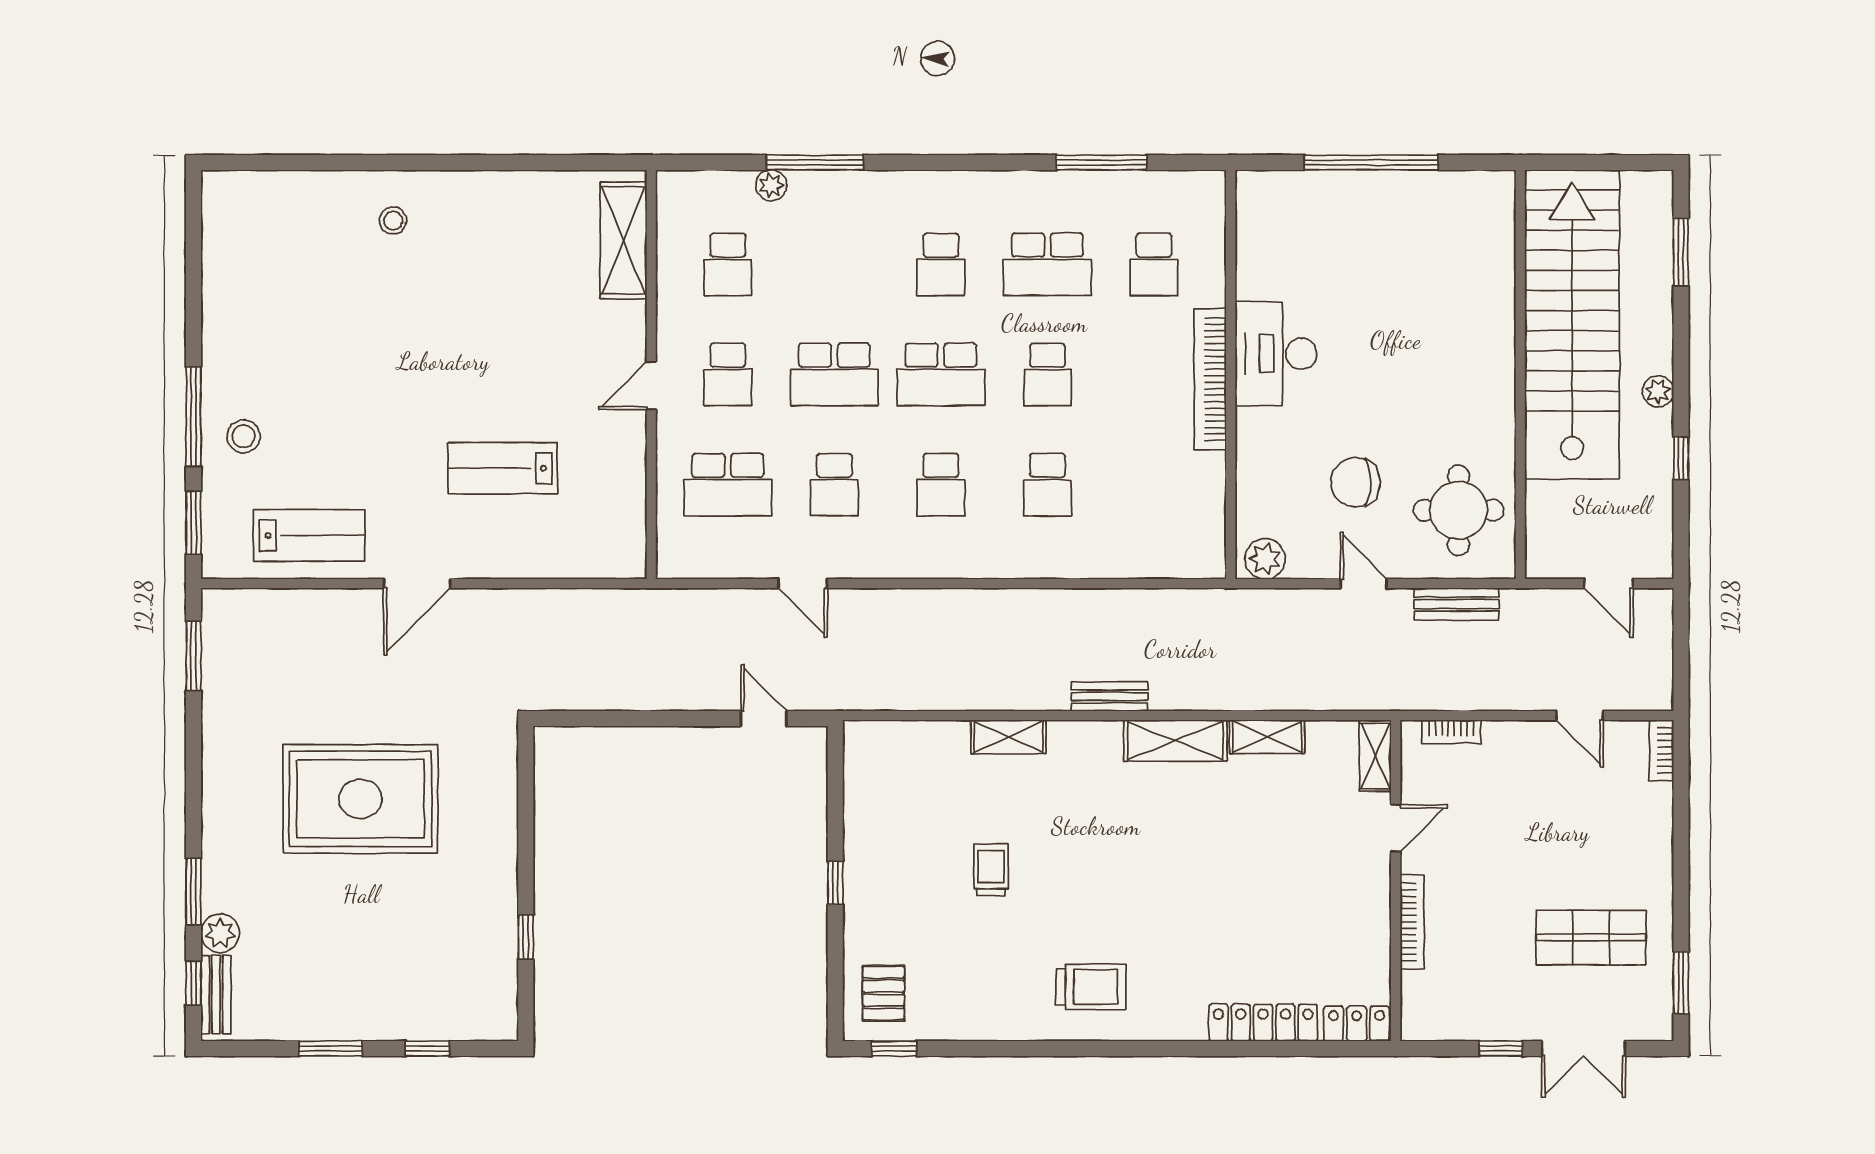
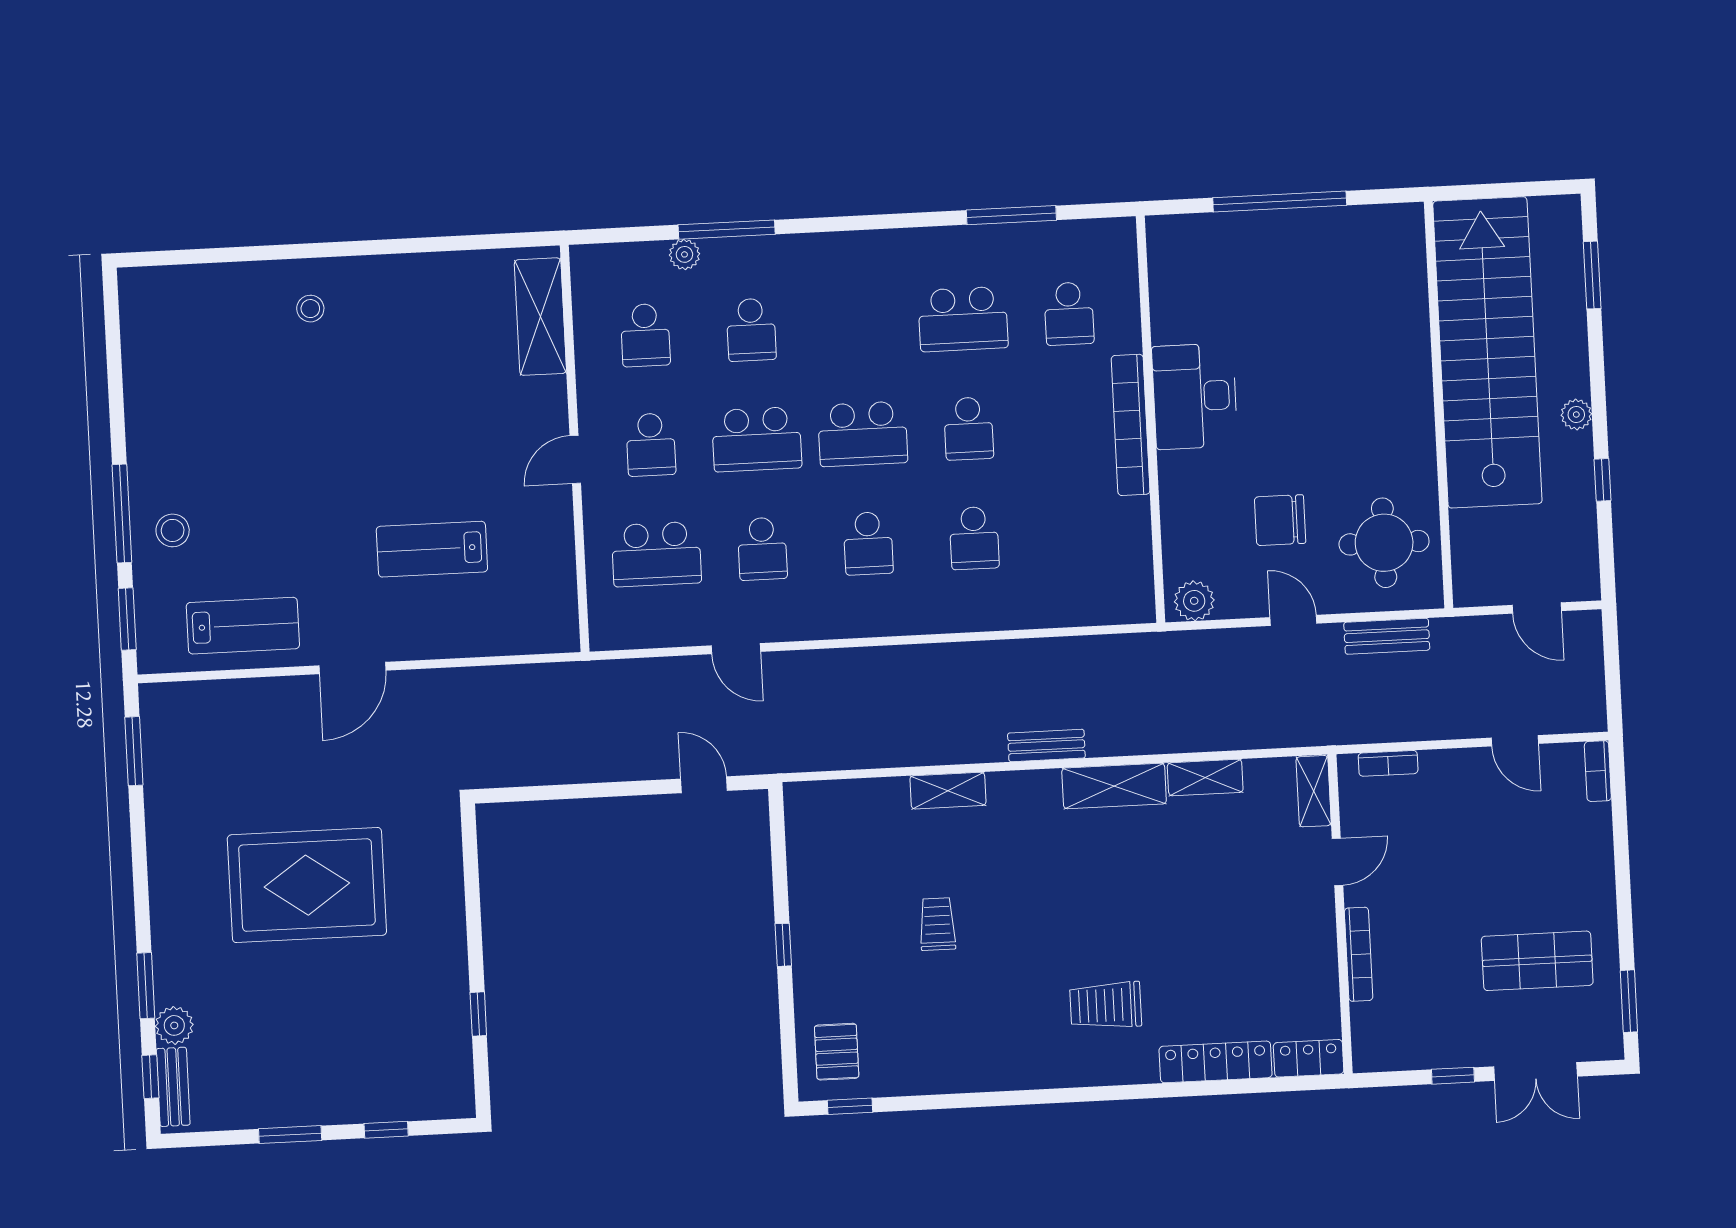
school desk: (941, 264) -> (751, 330), moved
trolley: (1091, 987) -> (1106, 1005), moved, turned 180

